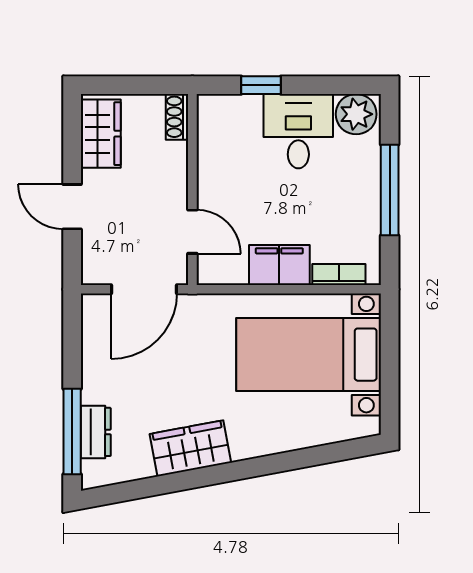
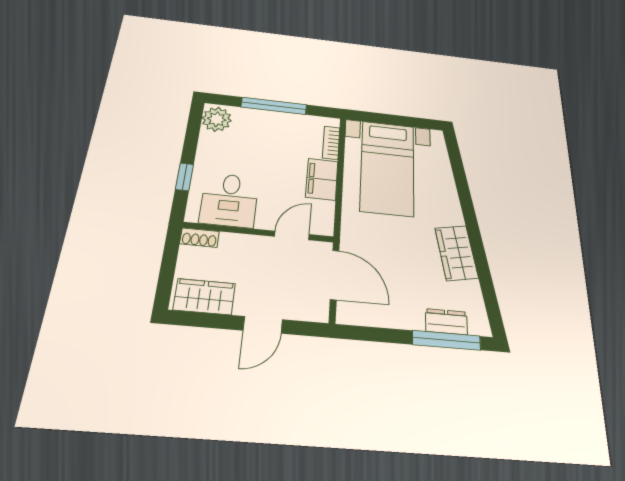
desk: (298, 131) -> (229, 200), moved, turned -90

